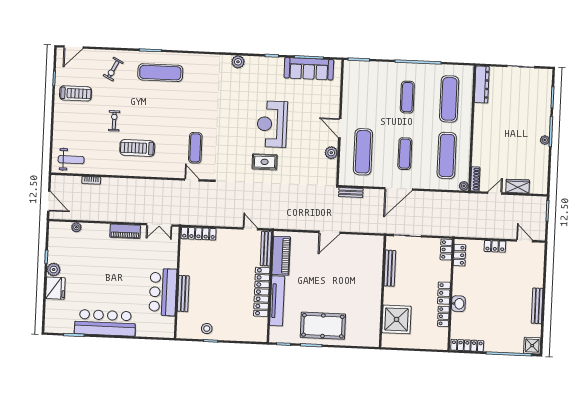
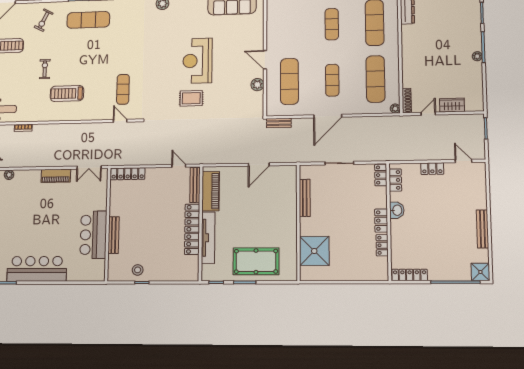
bench: (390, 268) -> (305, 198), moved
wall: (383, 291) -> (298, 223), moved
washbasin: (458, 304) -> (397, 210), moved
shower: (396, 319) -> (314, 251), moved

